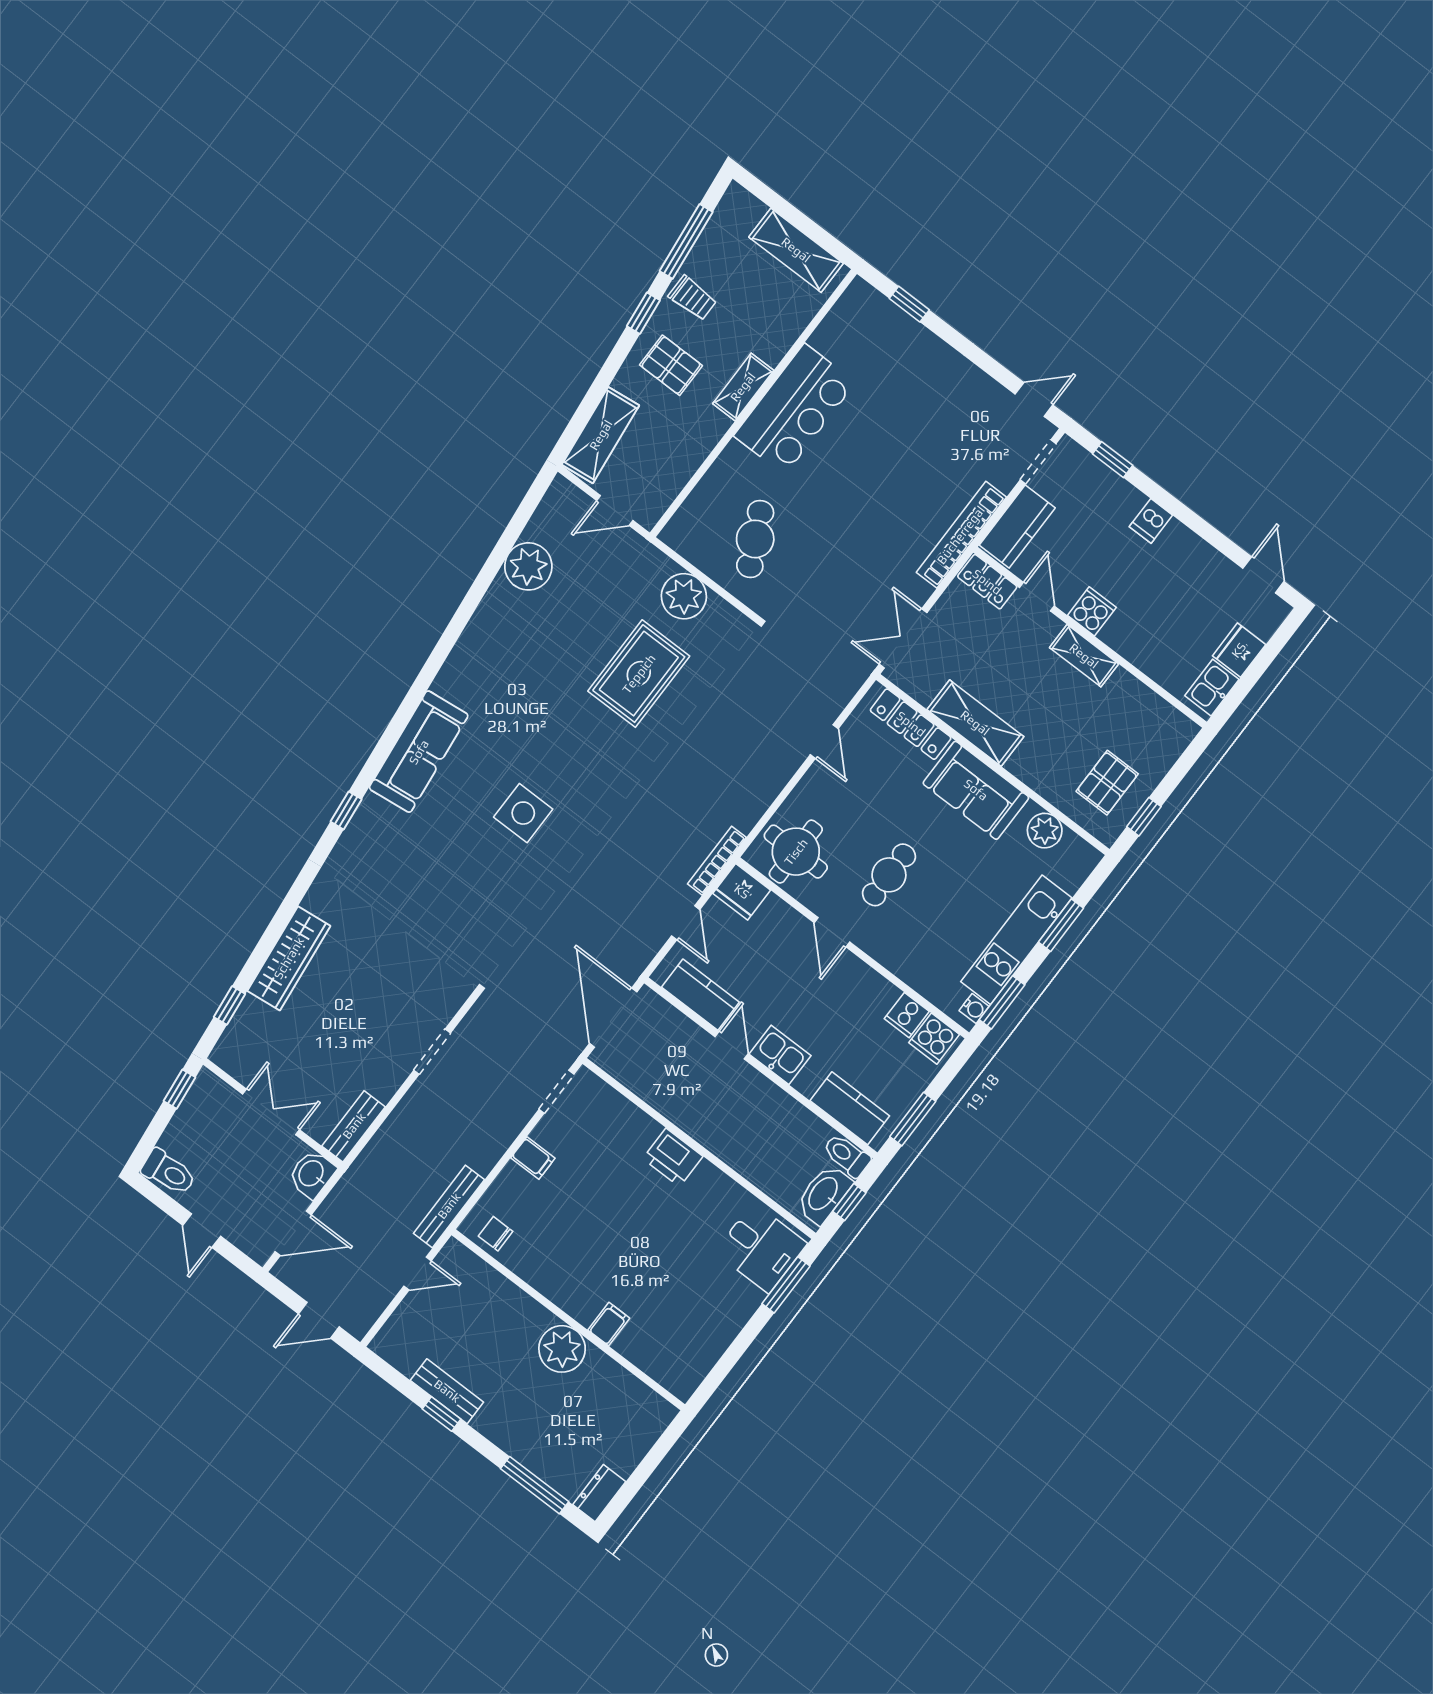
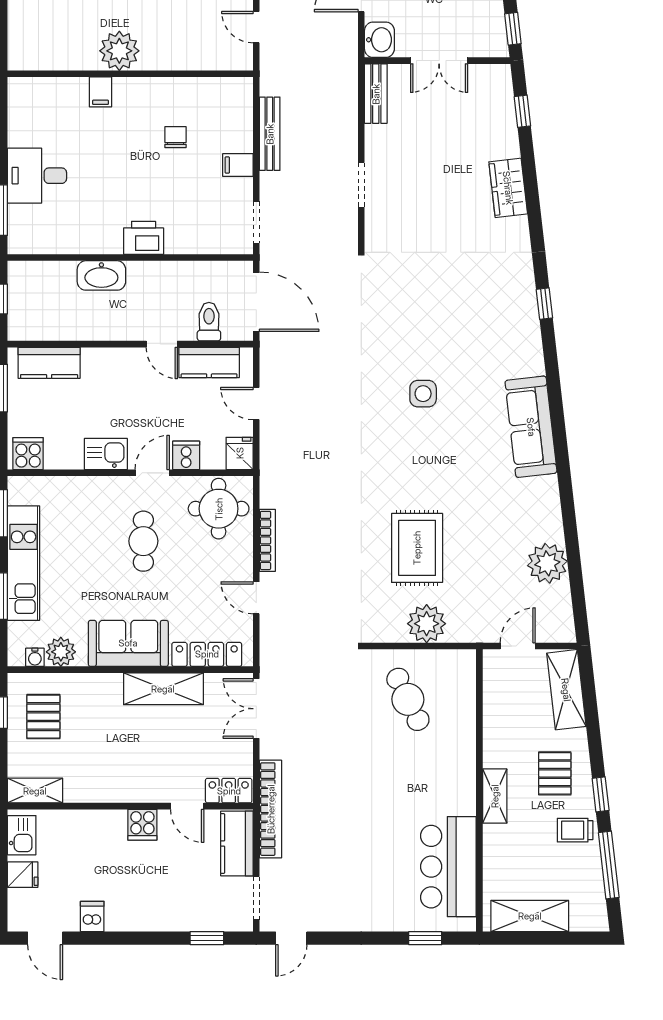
pallet: (671, 365) -> (555, 773), turned 90
bar counter: (795, 409) -> (448, 867), moved
dishwasher: (1151, 521) -> (92, 916), moved
double door: (903, 638) -> (256, 709), swing flipped
fridge: (1239, 650) -> (23, 875), width x0.72
shelving: (1084, 656) -> (35, 791), moved
sofa: (419, 752) -> (531, 427), moved
side table: (523, 813) -> (423, 394), width x0.73, depth x0.73
bookcase: (717, 861) -> (267, 540), moved
fridge: (742, 892) -> (240, 453), width x0.72
door: (832, 932) -> (152, 473), hinge flipped
wardrobe: (289, 958) -> (508, 188), width x0.67
water cooler: (974, 1008) -> (35, 657), moved, turned -90
cooker: (907, 1015) -> (186, 455), moved
kitchen sink: (780, 1055) -> (106, 454), moved, turned 180
toilet: (847, 1155) -> (209, 322), moved, turned -90
washbasin: (824, 1194) -> (101, 275), moved, turned 90
bench: (449, 1206) -> (270, 134), moved
chair: (496, 1234) -> (176, 137), moved, turned -90
desk: (761, 1248) -> (37, 176), moved
door: (418, 1273) -> (256, 27), hinge flipped

